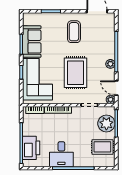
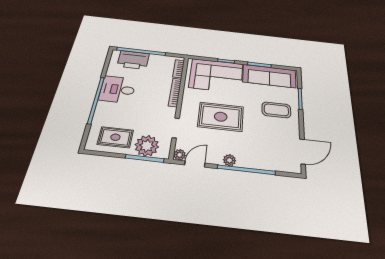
coffee table: (74, 32) -> (276, 110), moved
sofa: (32, 42) -> (269, 76), width x1.36
rug: (102, 147) -> (115, 137), turned 90

